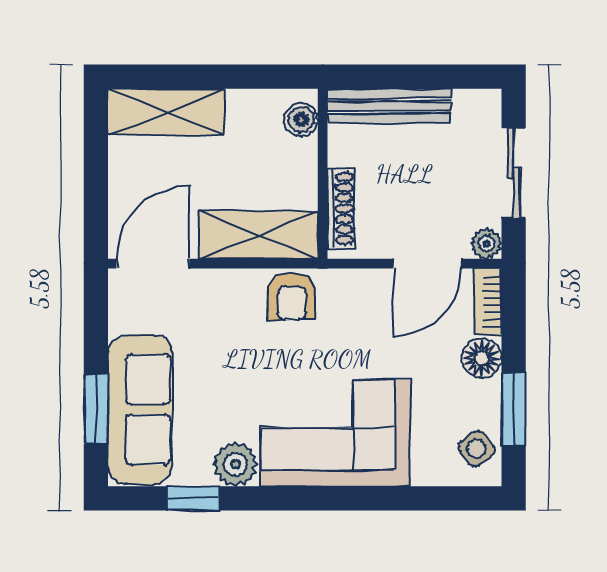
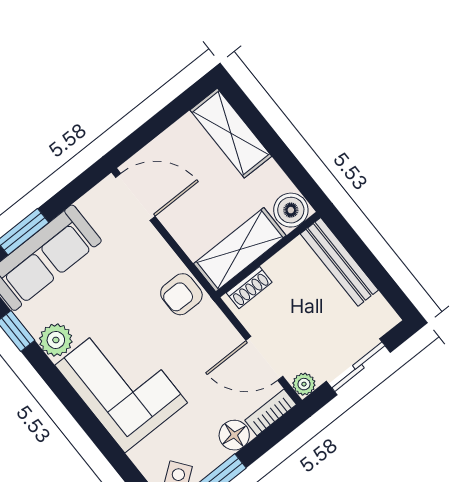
boiler: (301, 119) -> (291, 210), width x1.36, depth x1.36
shoe rack: (341, 209) -> (249, 288), width x0.70
shelving: (258, 235) -> (240, 250), moved, turned 90

